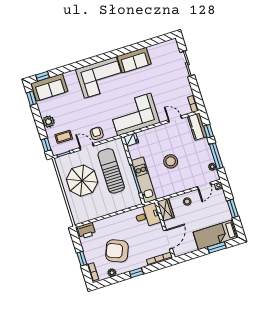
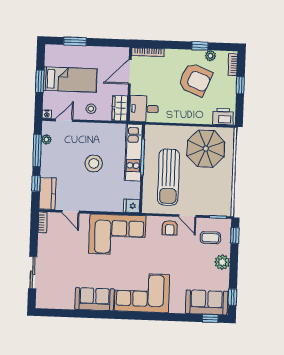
parasol: (82, 181) -> (206, 149), moved
bed: (216, 235) -> (70, 79), moved
window: (136, 273) -> (200, 46), moved

